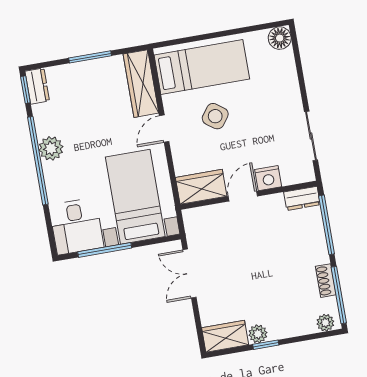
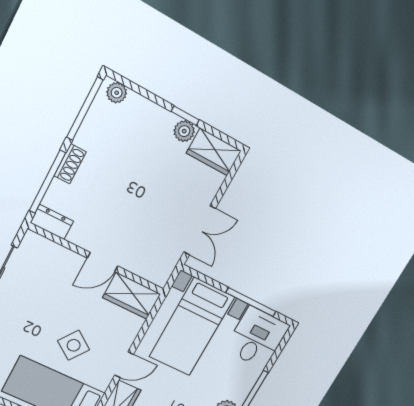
nightstand: (268, 178) -> (68, 261), removed
shoe rack: (326, 281) -> (70, 164), moved

